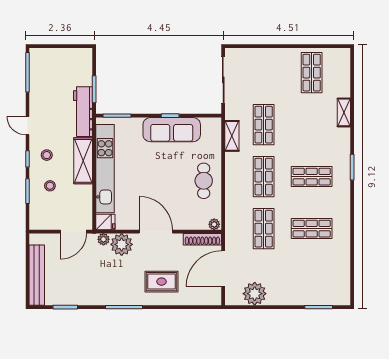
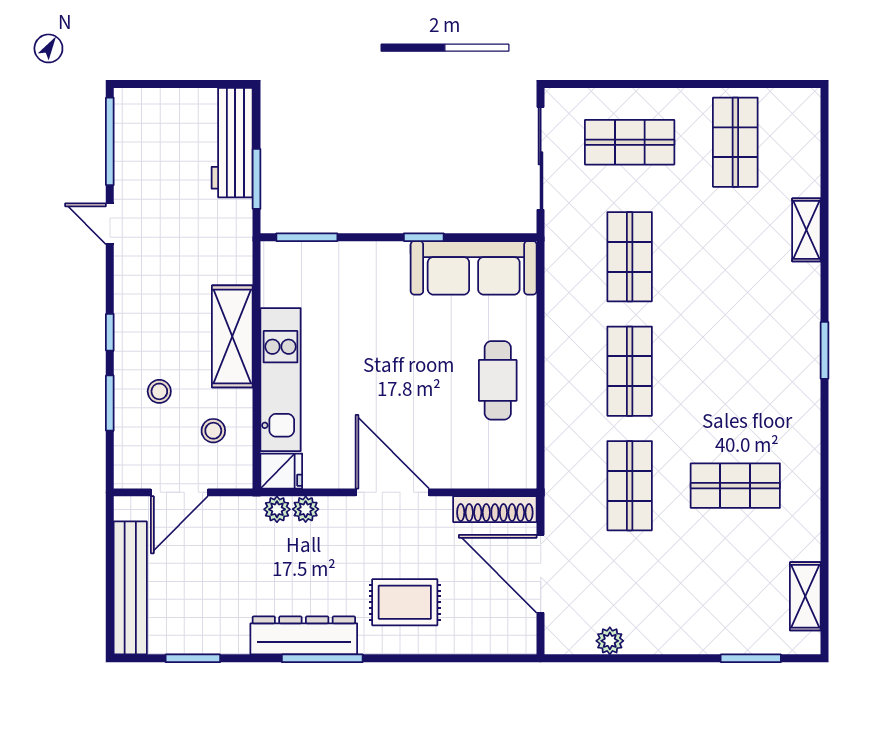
workbench: (83, 112) -> (232, 143), moved
door: (28, 126) -> (110, 224), moved
sofa: (172, 130) -> (474, 268), moved
shelving: (232, 136) -> (805, 596), moved
stool: (47, 155) -> (213, 431), moved
kitchen unit: (105, 169) -> (281, 380), width x0.73
shop shelf: (312, 177) -> (630, 142), moved
plant: (214, 224) -> (521, 476), removed
door: (73, 232) -> (179, 492), moved
plant: (122, 244) -> (306, 509), width x0.53, depth x0.53
door: (223, 269) -> (541, 574), hinge flipped
plant: (255, 294) -> (610, 641), width x0.53, depth x0.53
dresser: (116, 297) -> (304, 635), added

